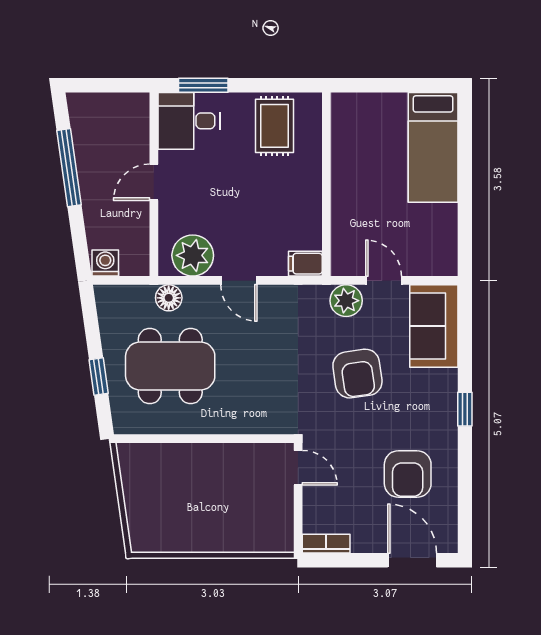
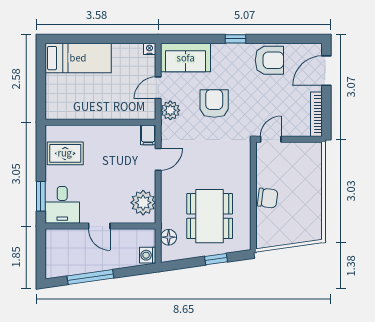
nightstand: (448, 266) -> (150, 49), added
door: (239, 280) -> (158, 159), moved
floor lamp: (169, 298) -> (169, 237), moved
armchair: (357, 374) -> (214, 103), turned -82
chair: (200, 462) -> (268, 198), added
armchair: (408, 474) -> (269, 60), moved
bookcase: (326, 544) -> (316, 114), width x1.56

